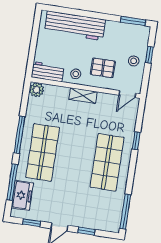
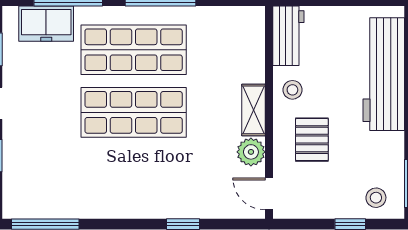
stool: (134, 61) -> (376, 198), moved
plant: (37, 90) -> (251, 152), moved
shop shelf: (107, 162) -> (134, 112), moved

